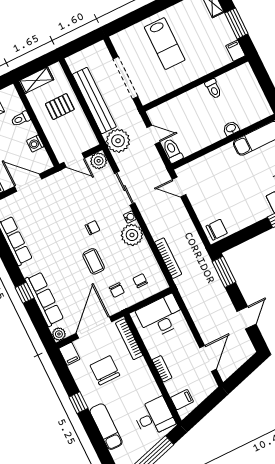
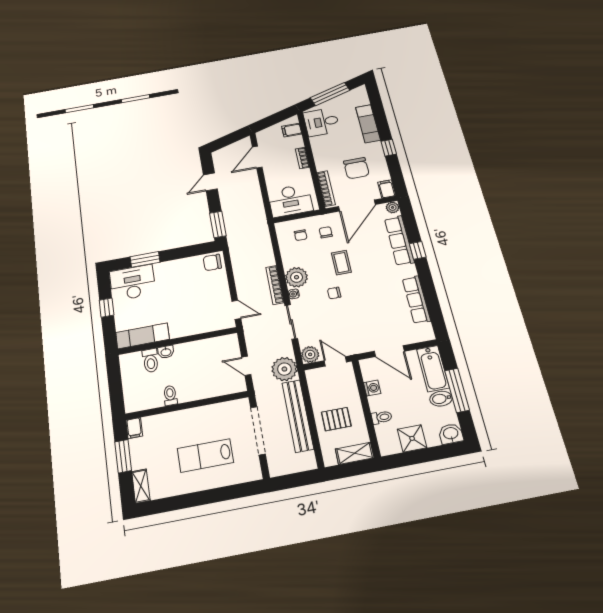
lab bench: (165, 44) -> (205, 455), turned -90
toilet: (172, 151) -> (151, 361), moved
bookcase: (168, 258) -> (275, 285), moved

